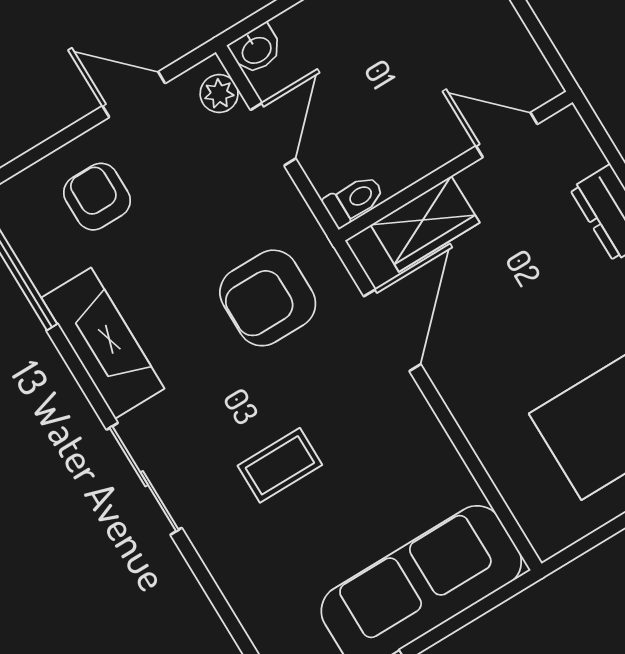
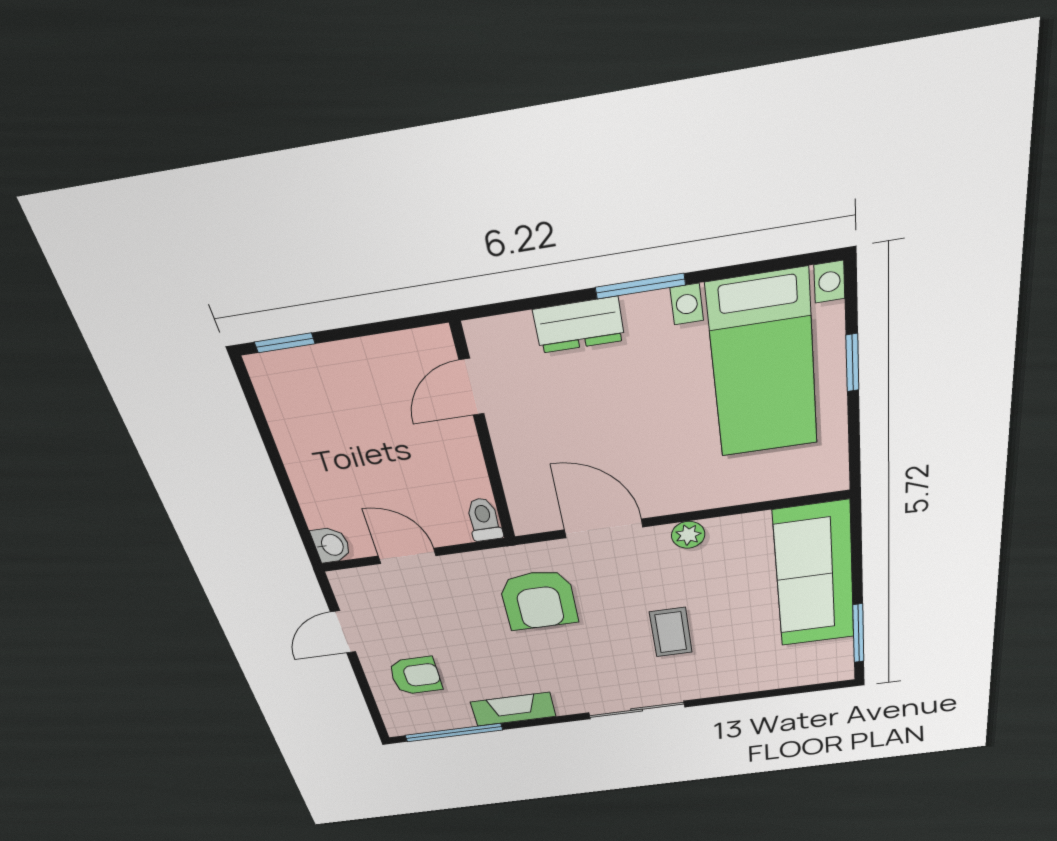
plant: (219, 94) -> (688, 535), moved
armchair: (97, 197) -> (415, 676), turned 180
wardrobe: (425, 224) -> (525, 476), removed
fireplace: (103, 343) -> (513, 709), width x0.73, depth x0.76

